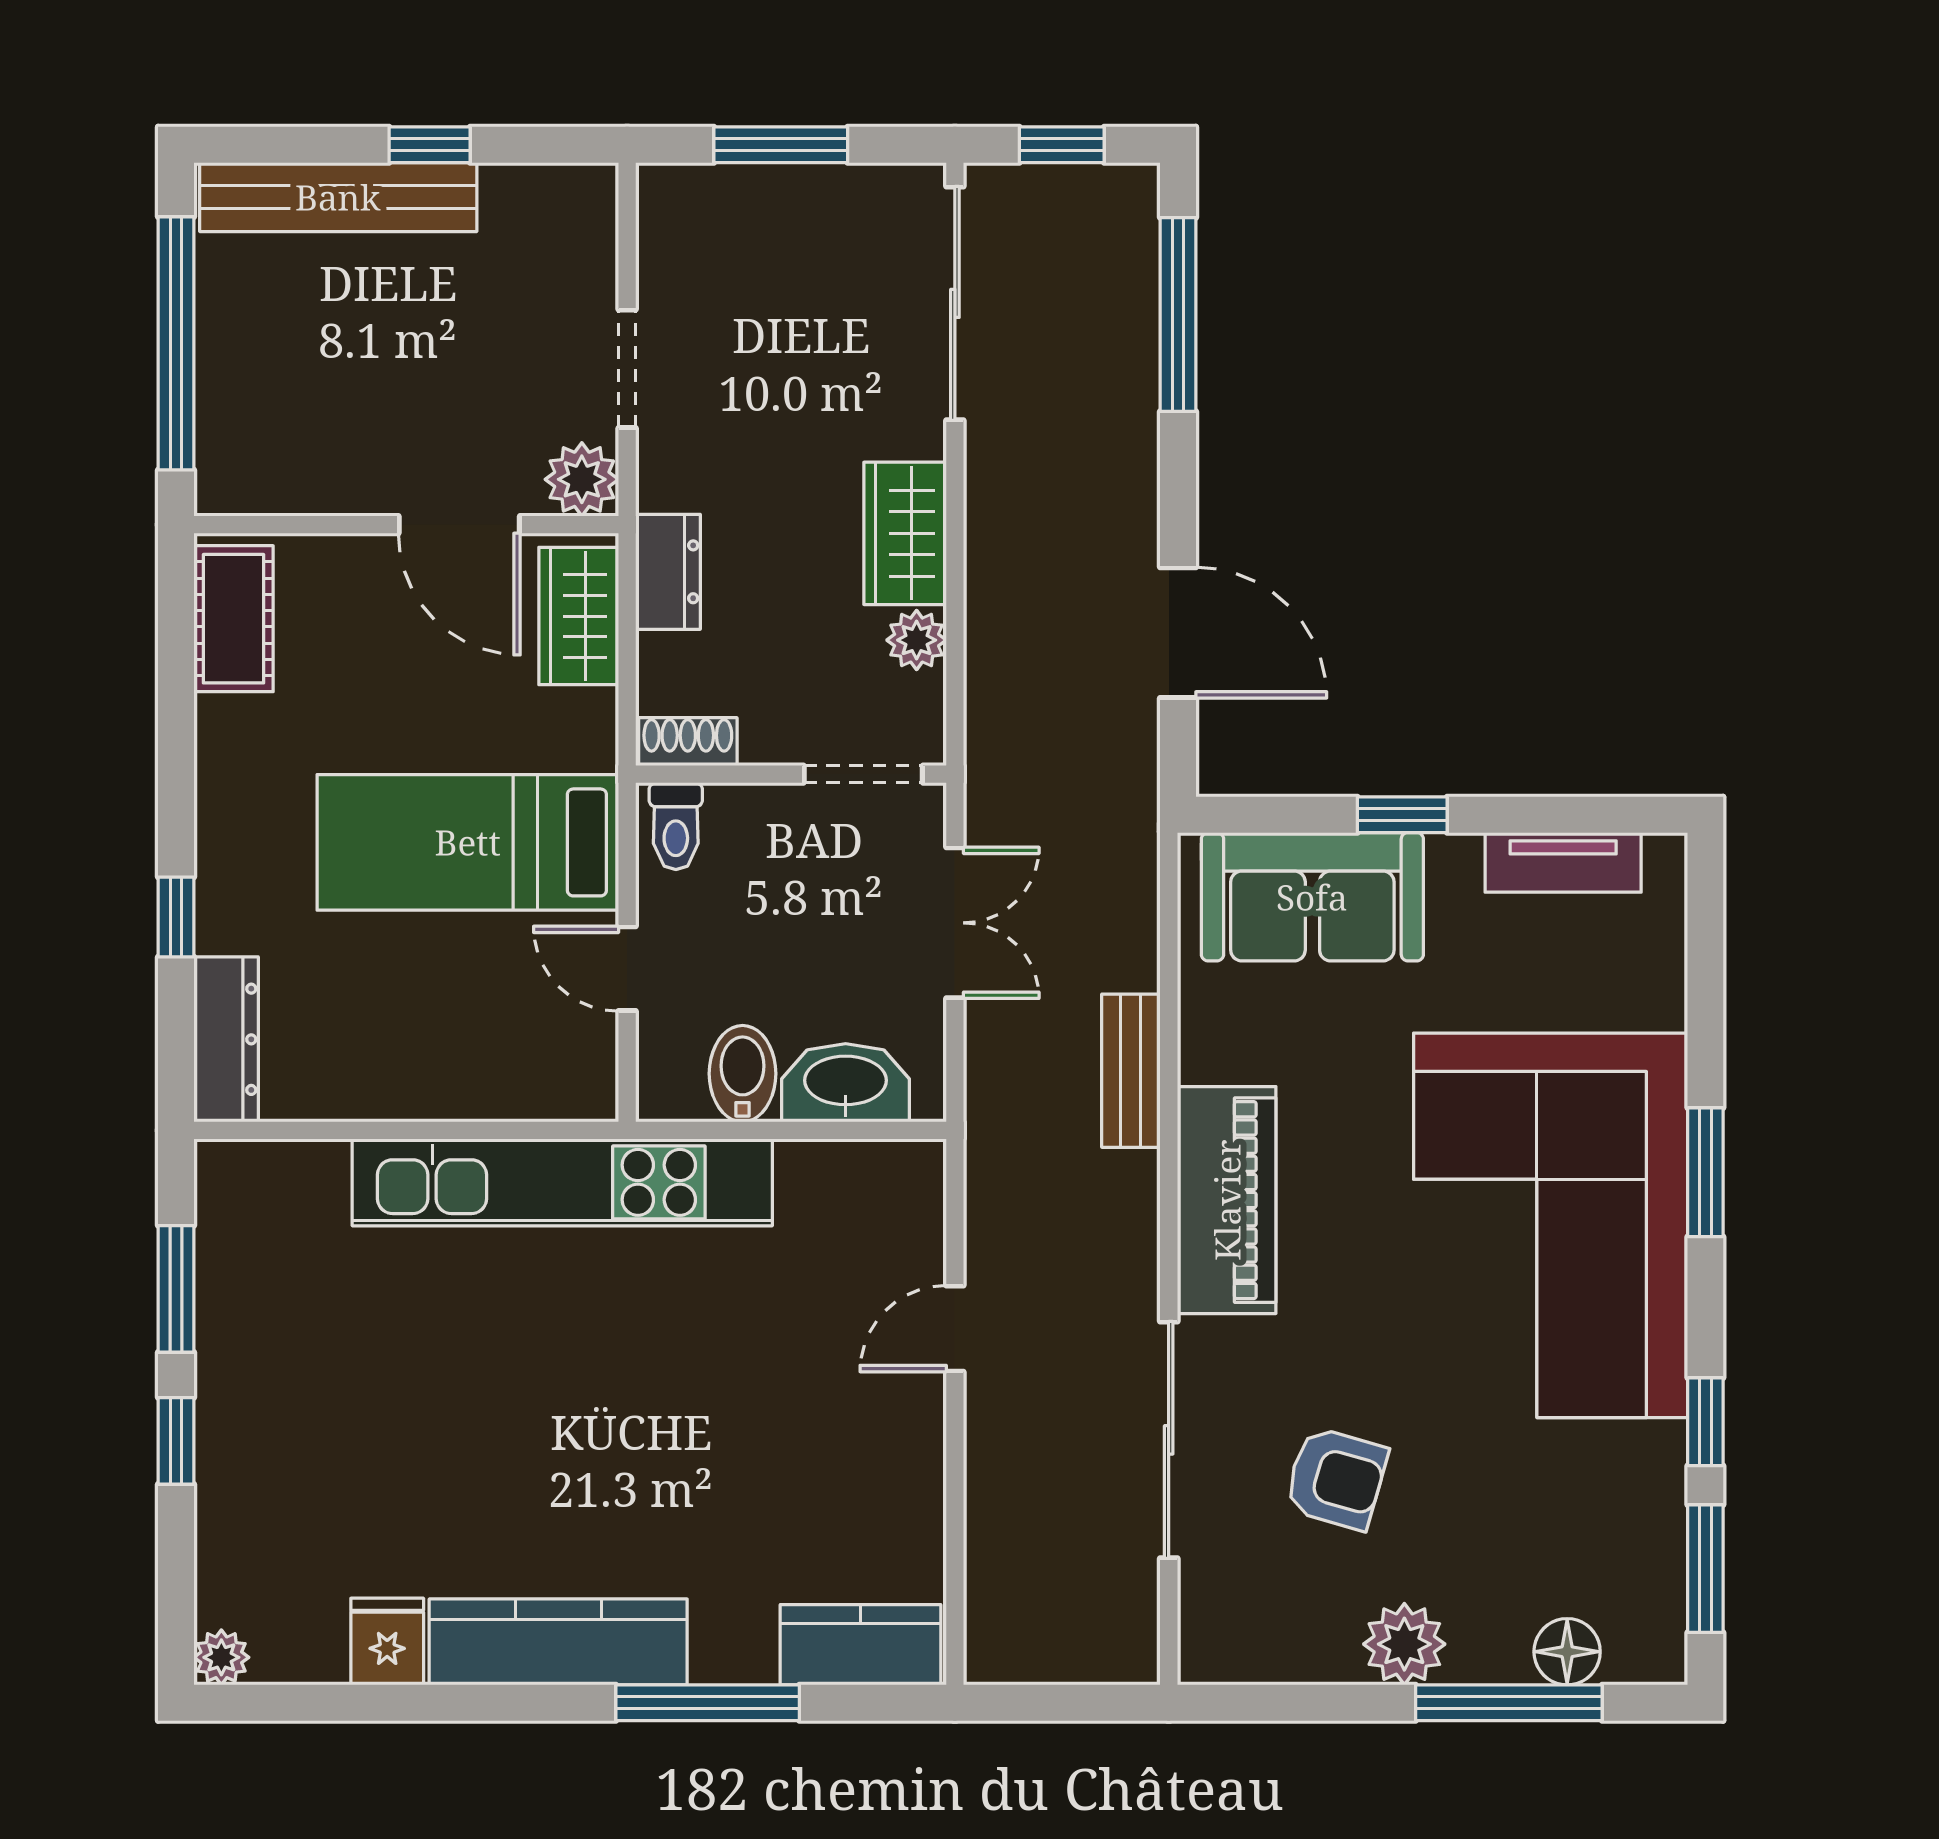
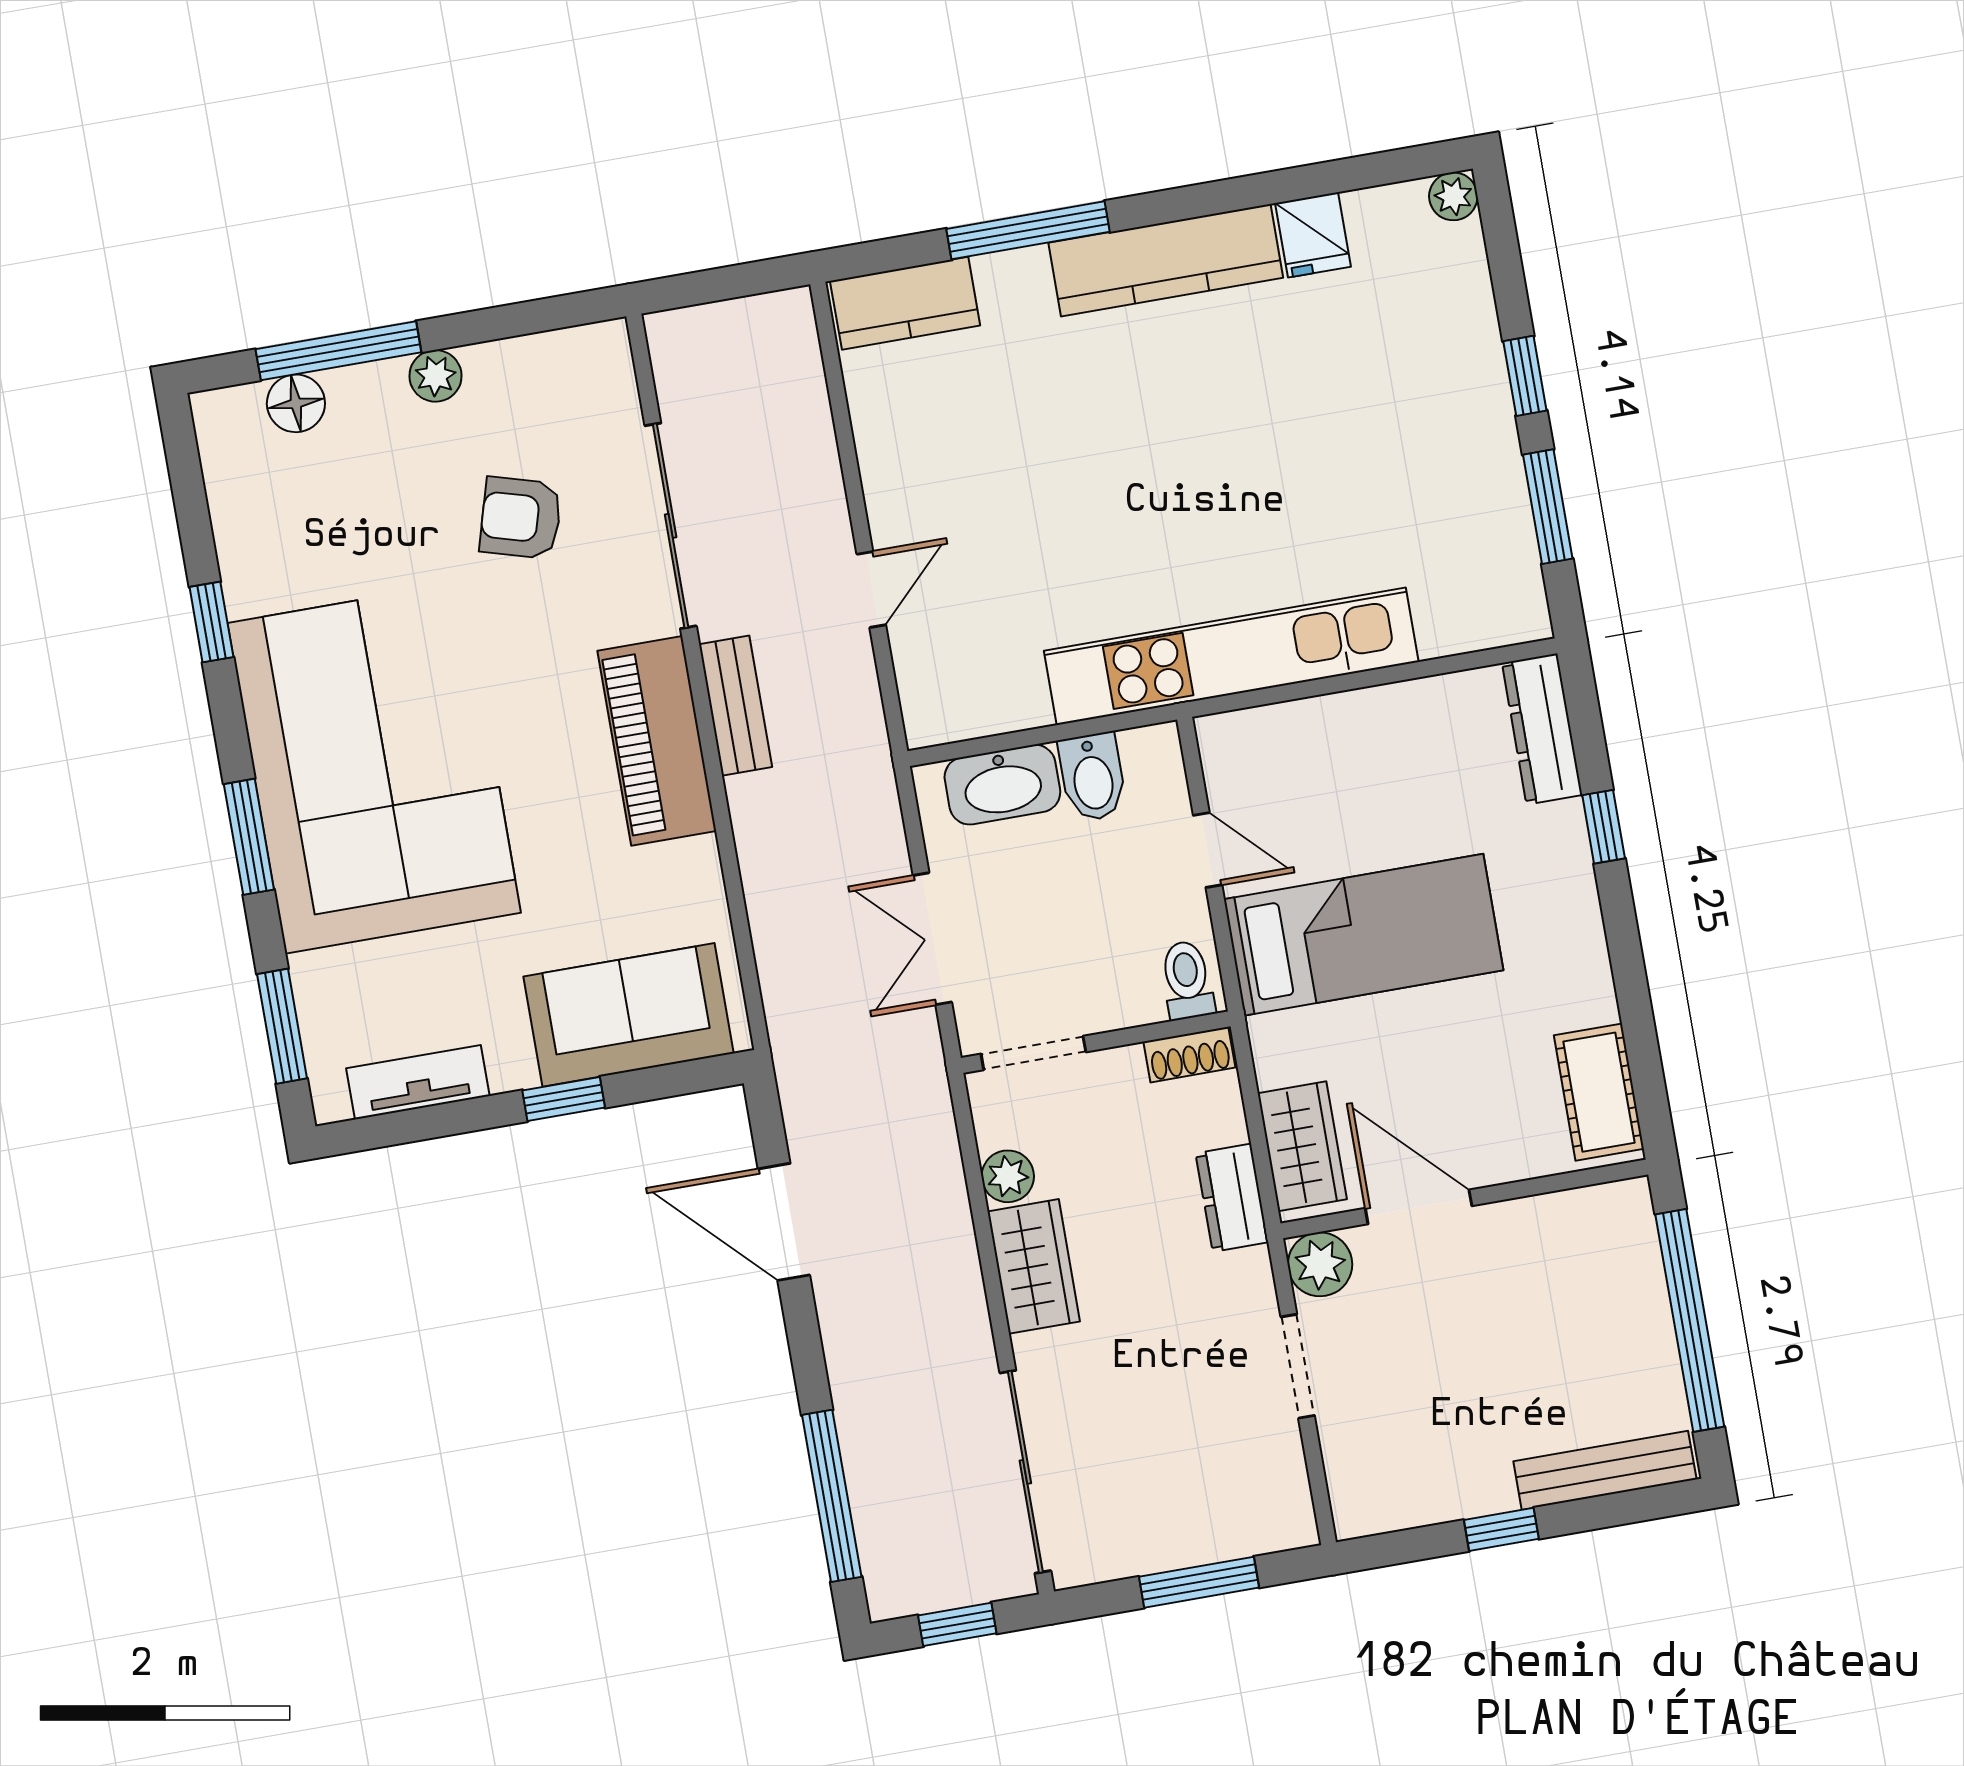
bench: (338, 197) -> (1605, 1470), width x0.73, depth x0.82
bench: (1131, 1071) -> (736, 706), moved
window: (1705, 1569) -> (282, 1026), moved
plant: (1404, 1644) -> (436, 376), width x0.73, depth x0.73

